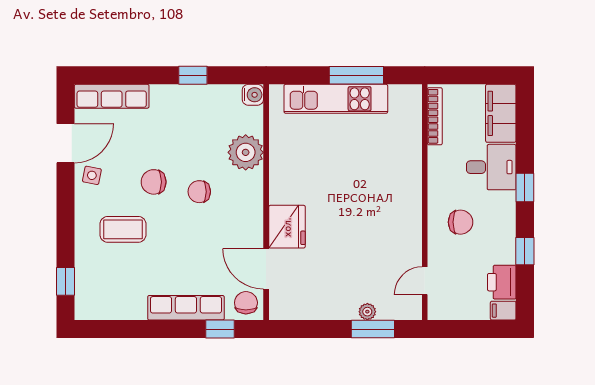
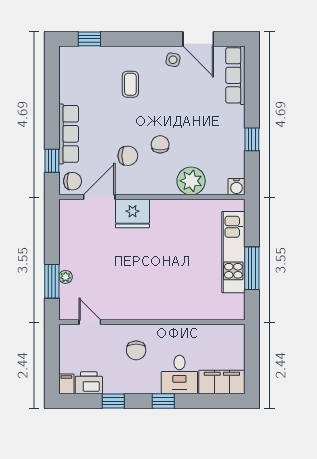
bookcase: (435, 116) -> (220, 330), removed
chair: (154, 182) -> (128, 156), moved, turned 90
coffee table: (123, 229) -> (130, 84), width x0.73, depth x0.77

